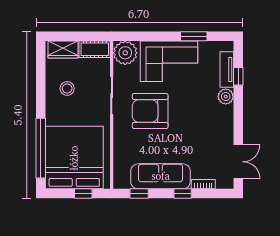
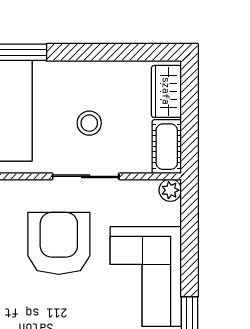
plant: (125, 53) -> (170, 190), width x0.53, depth x0.53
stool: (67, 88) -> (89, 123), moved

